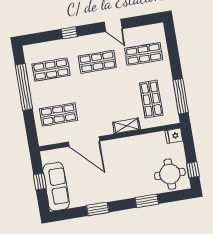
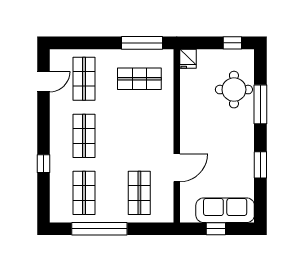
door: (113, 25) -> (43, 82), moved
shelving: (126, 126) -> (167, 114), removed
door: (84, 141) -> (177, 168), width x0.73
round table: (170, 174) -> (234, 90), moved
window: (147, 201) -> (260, 104), width x1.44

